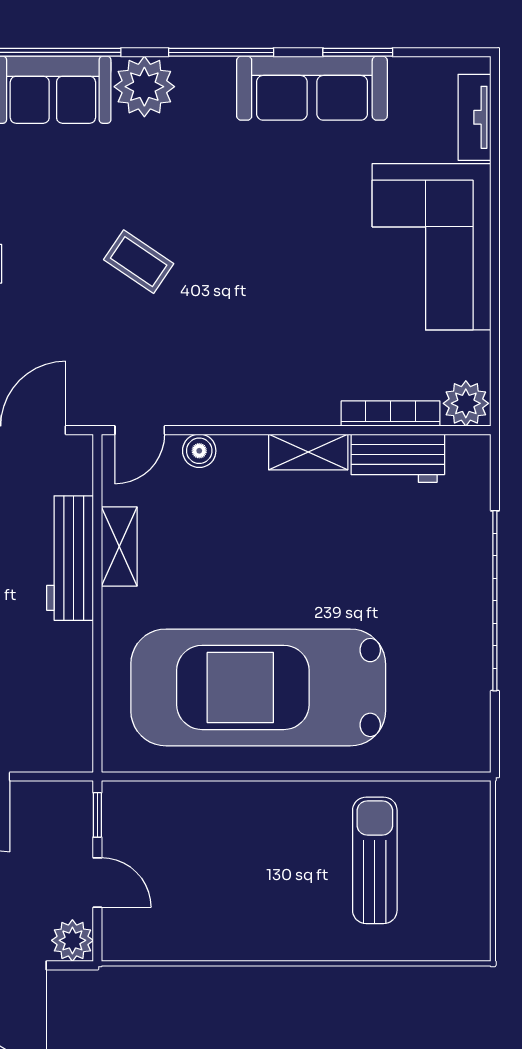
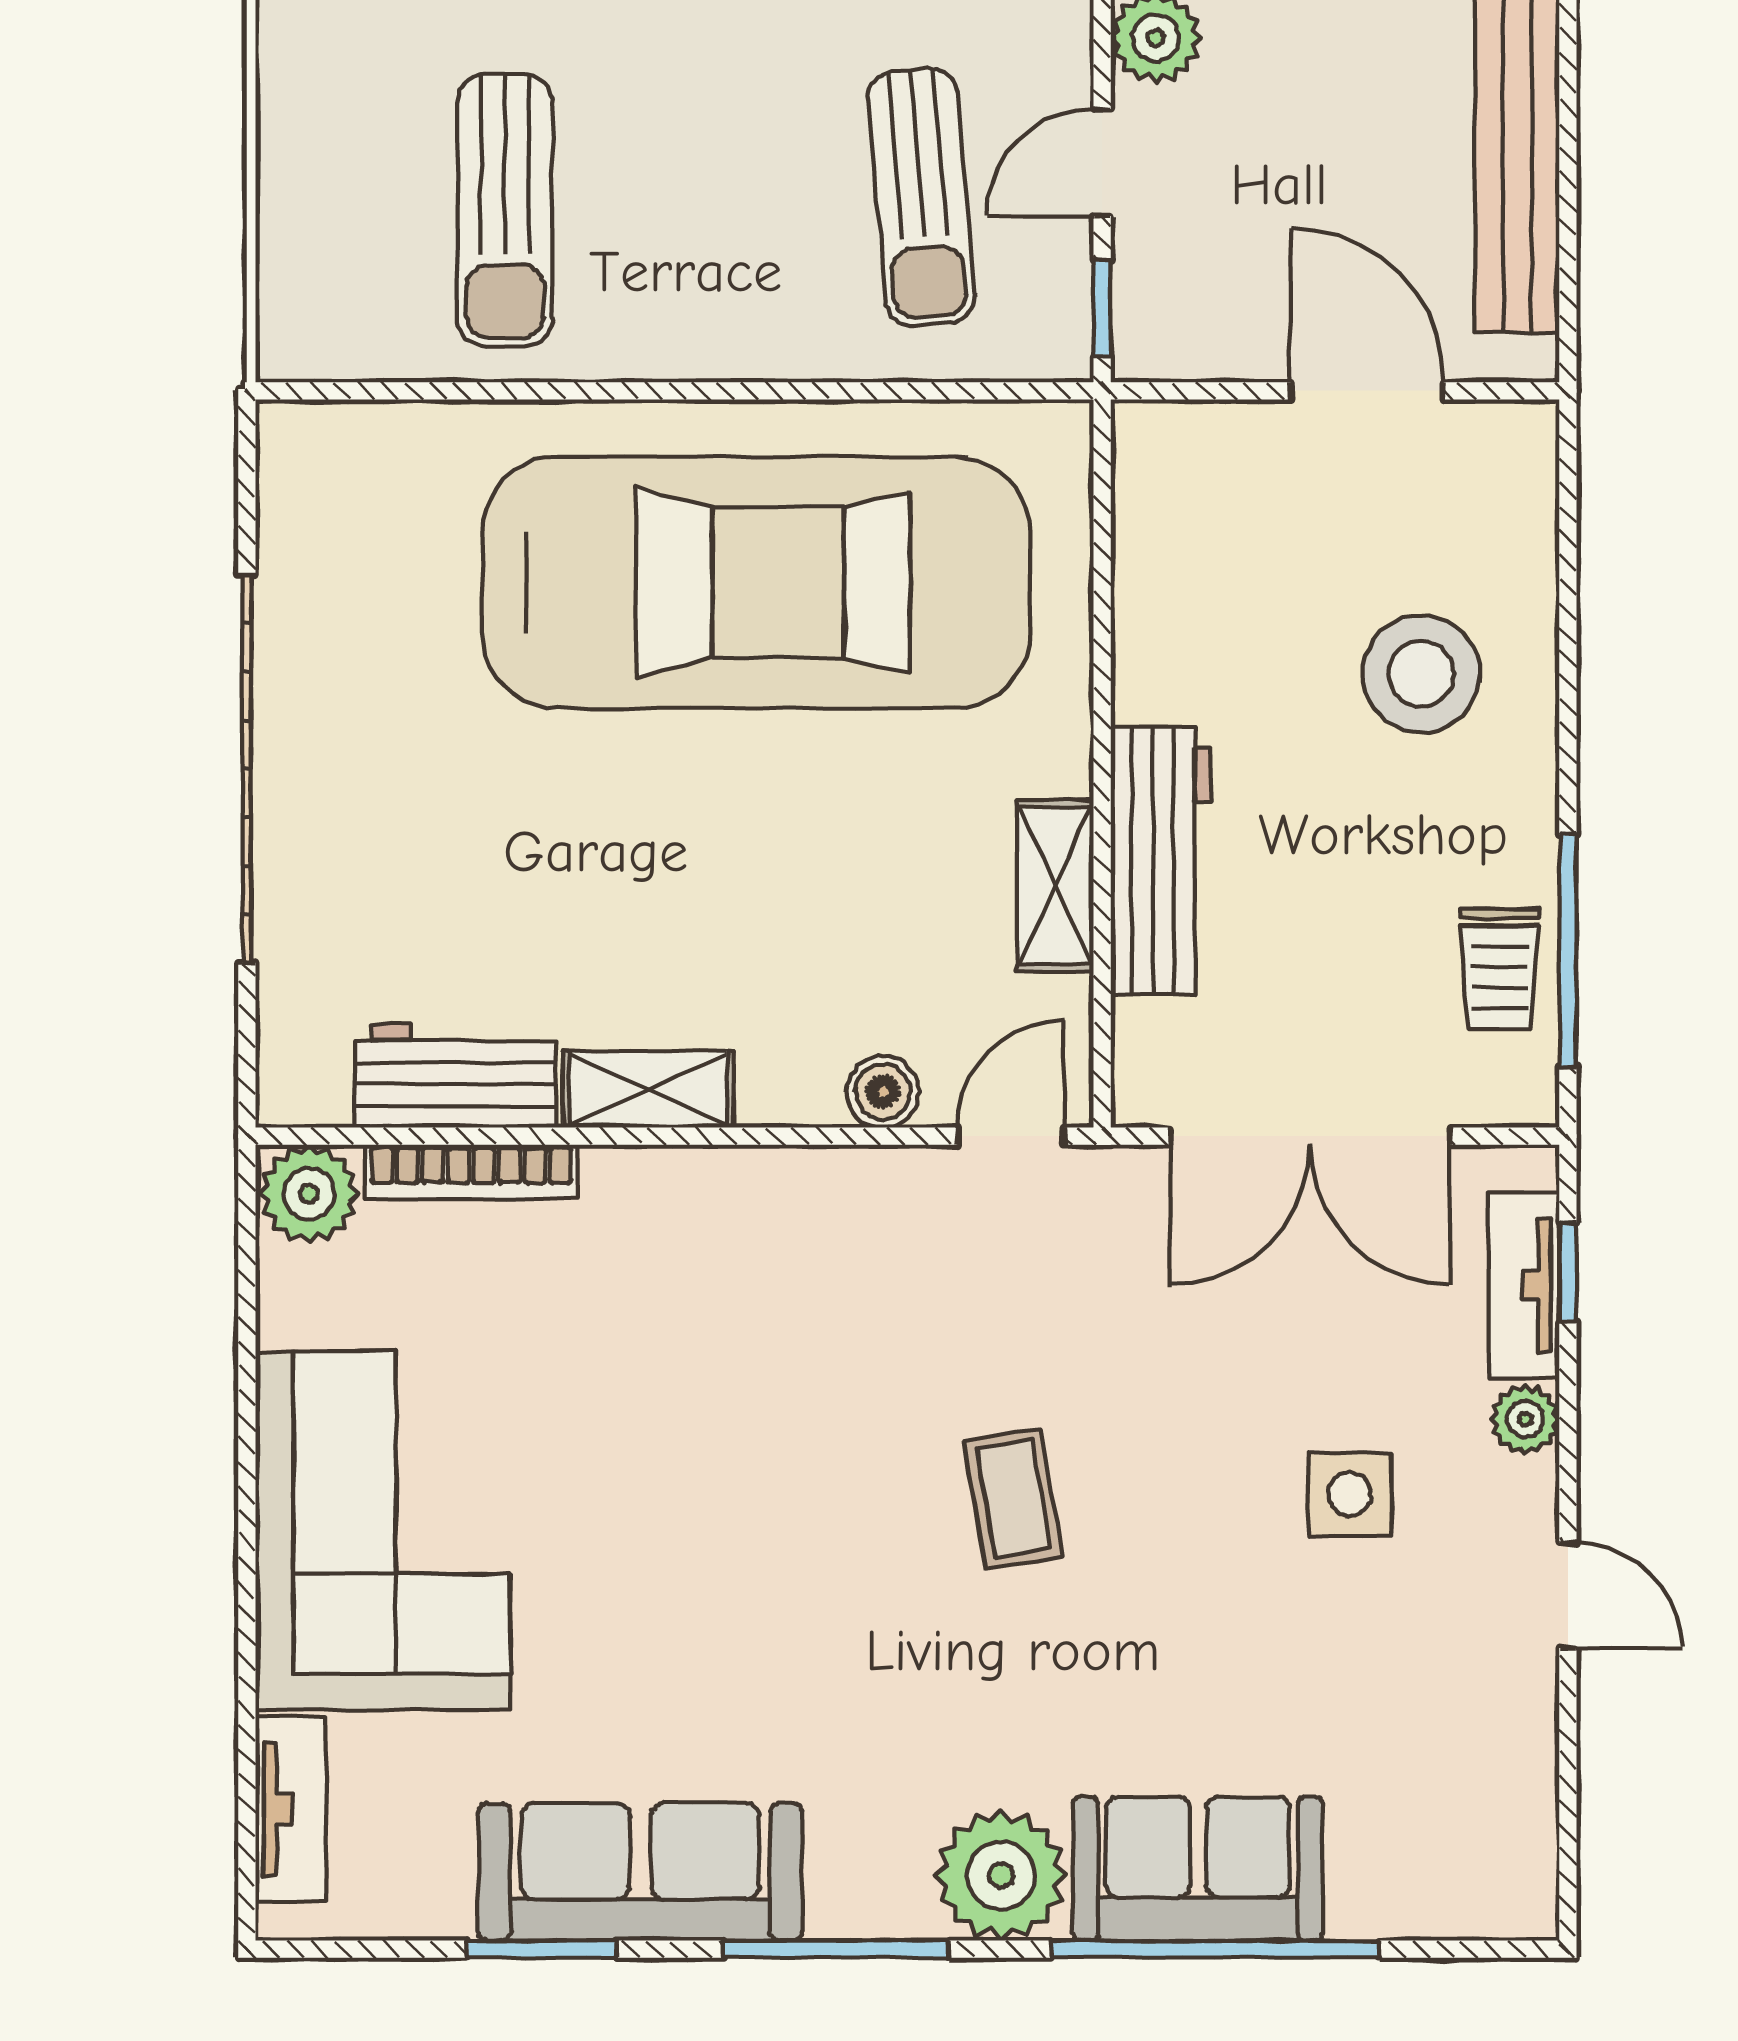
coffee table: (139, 262) -> (1013, 1499), turned 46
sun lounger: (181, 867) -> (921, 197), added
door: (97, 883) -> (1102, 163), hinge flipped

